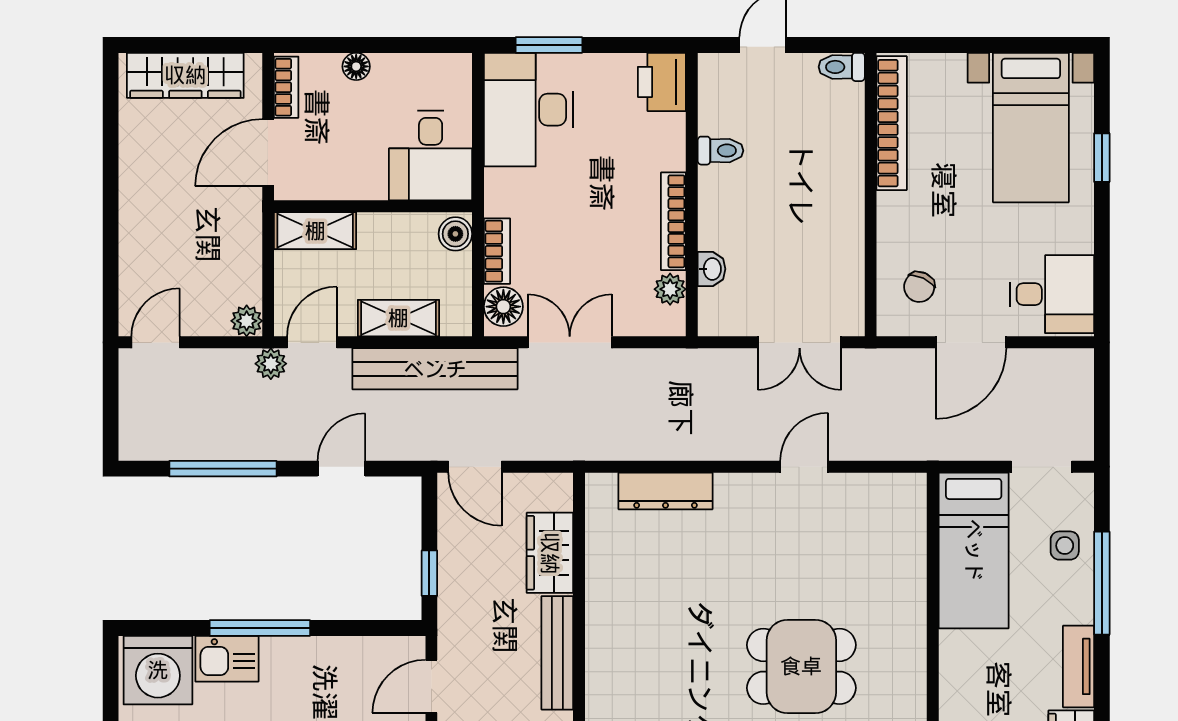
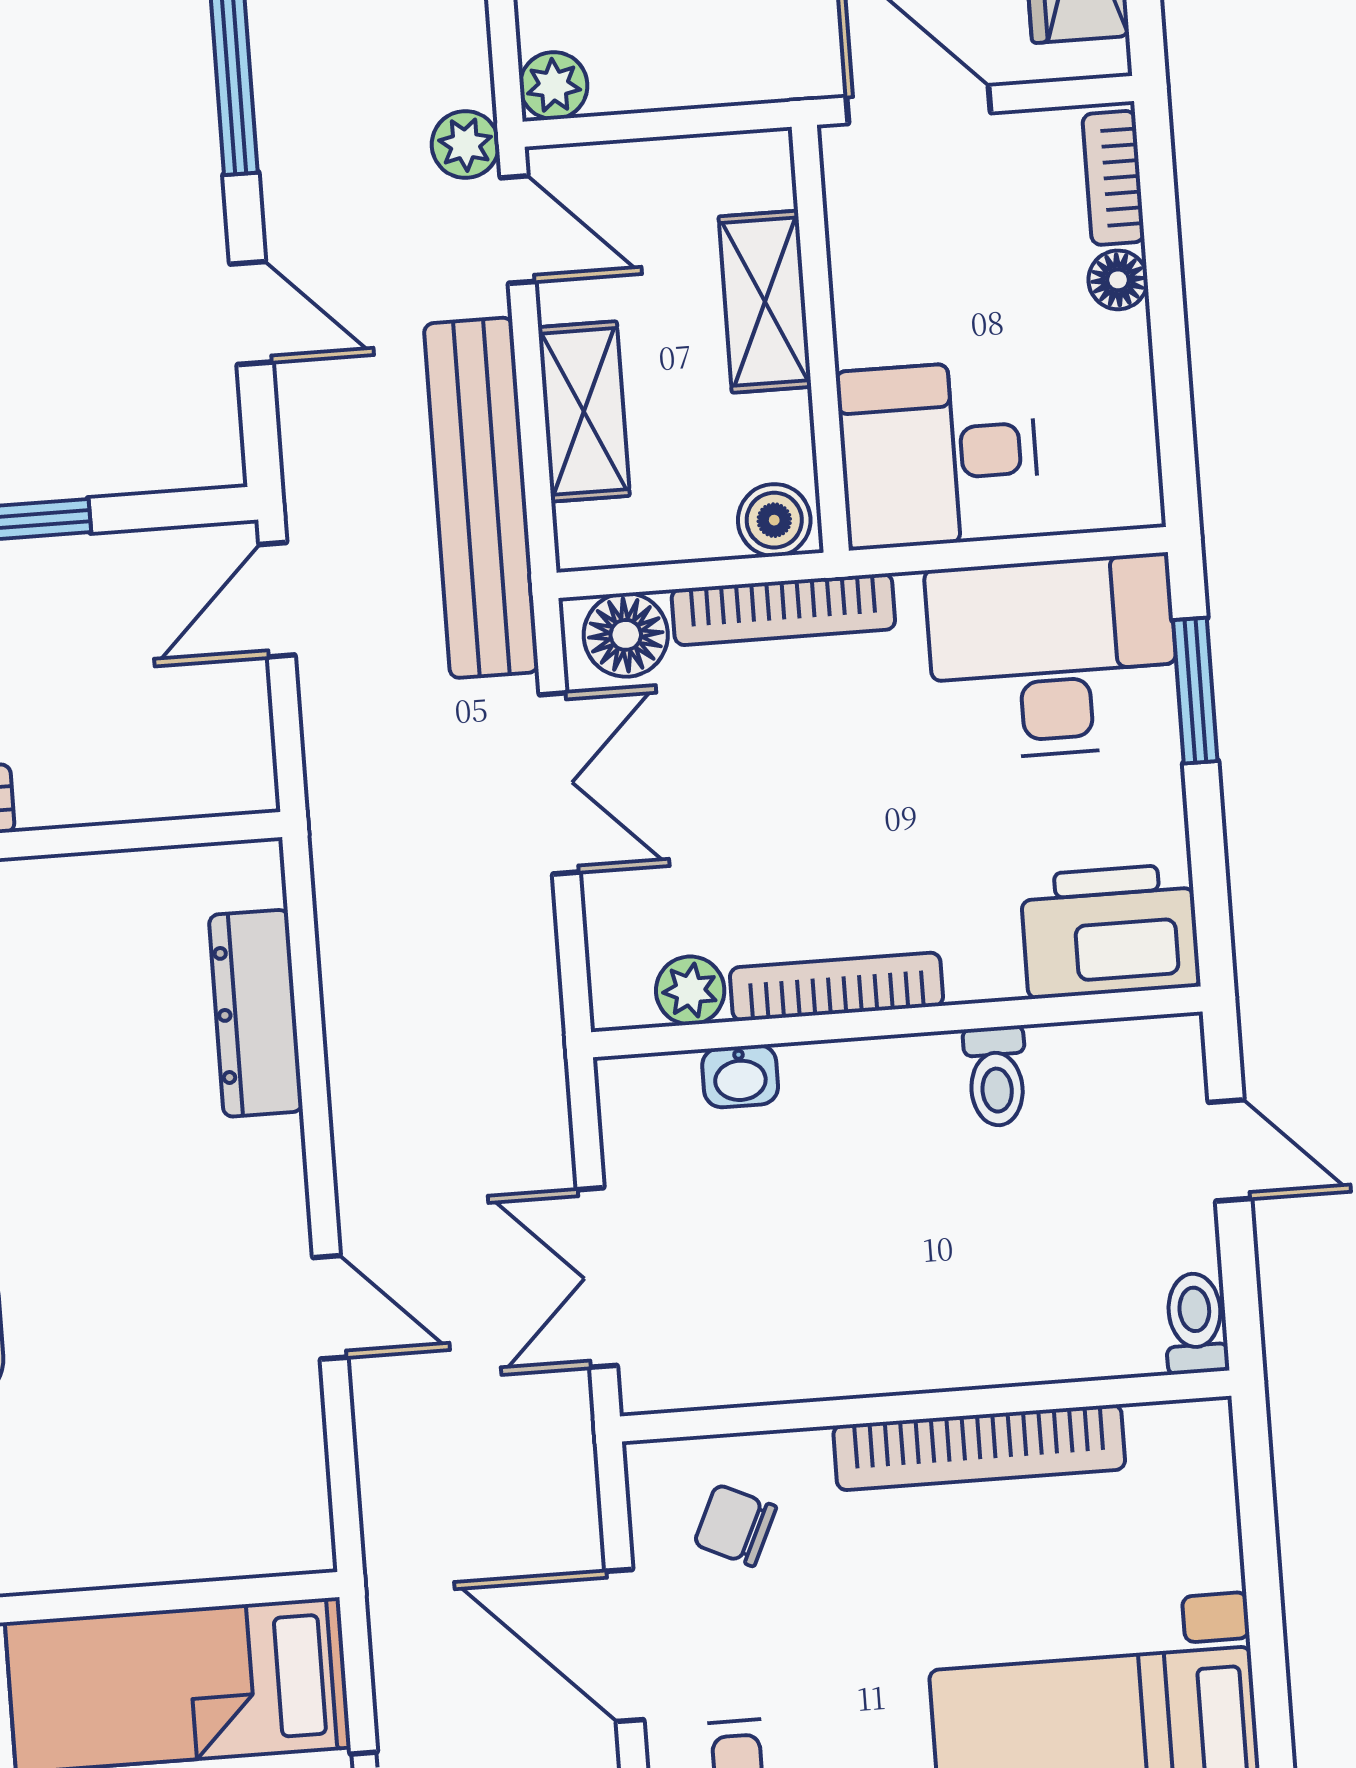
printer: (662, 82) -> (1110, 931), width x1.37, depth x1.19
bookcase: (286, 87) -> (1113, 178), moved, turned 90
bookcase: (892, 123) -> (979, 1447), moved
shelving: (315, 231) -> (765, 302), moved
bookcase: (497, 251) -> (783, 609), width x1.56
wardrobe: (550, 553) -> (104, 775), removed

